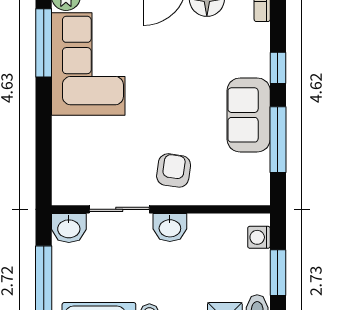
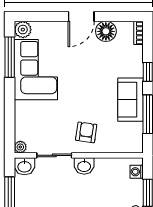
plant: (62, 195) -> (20, 147), added

